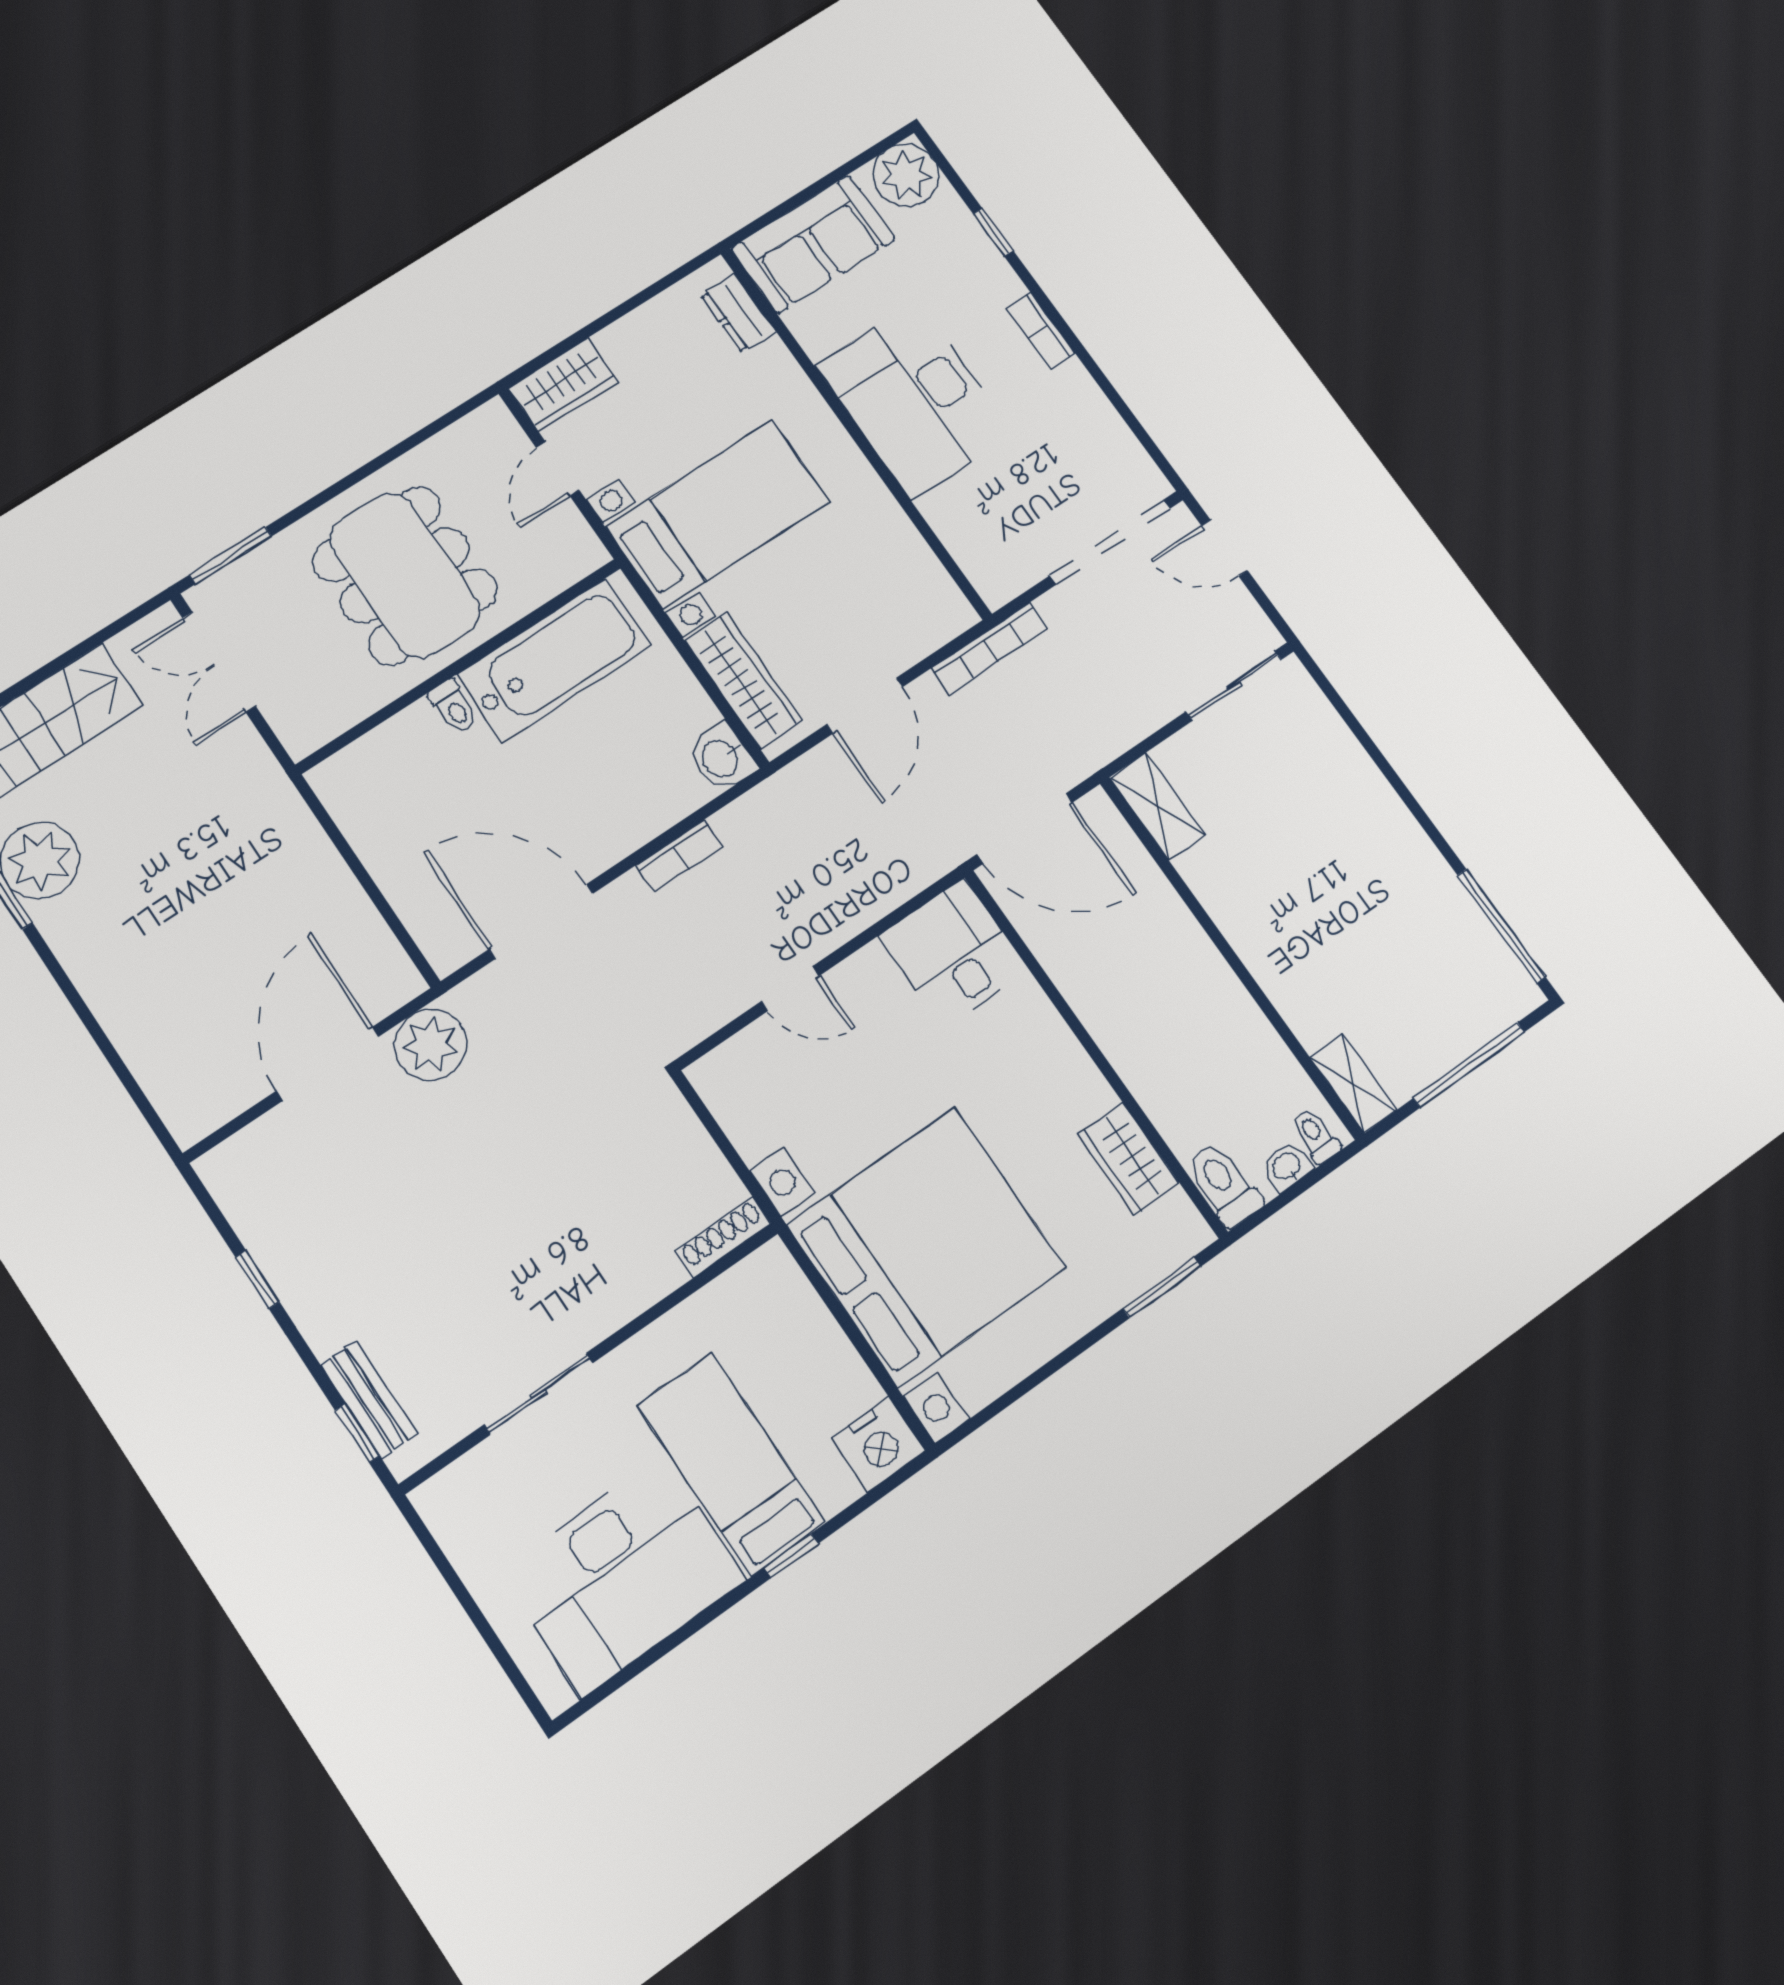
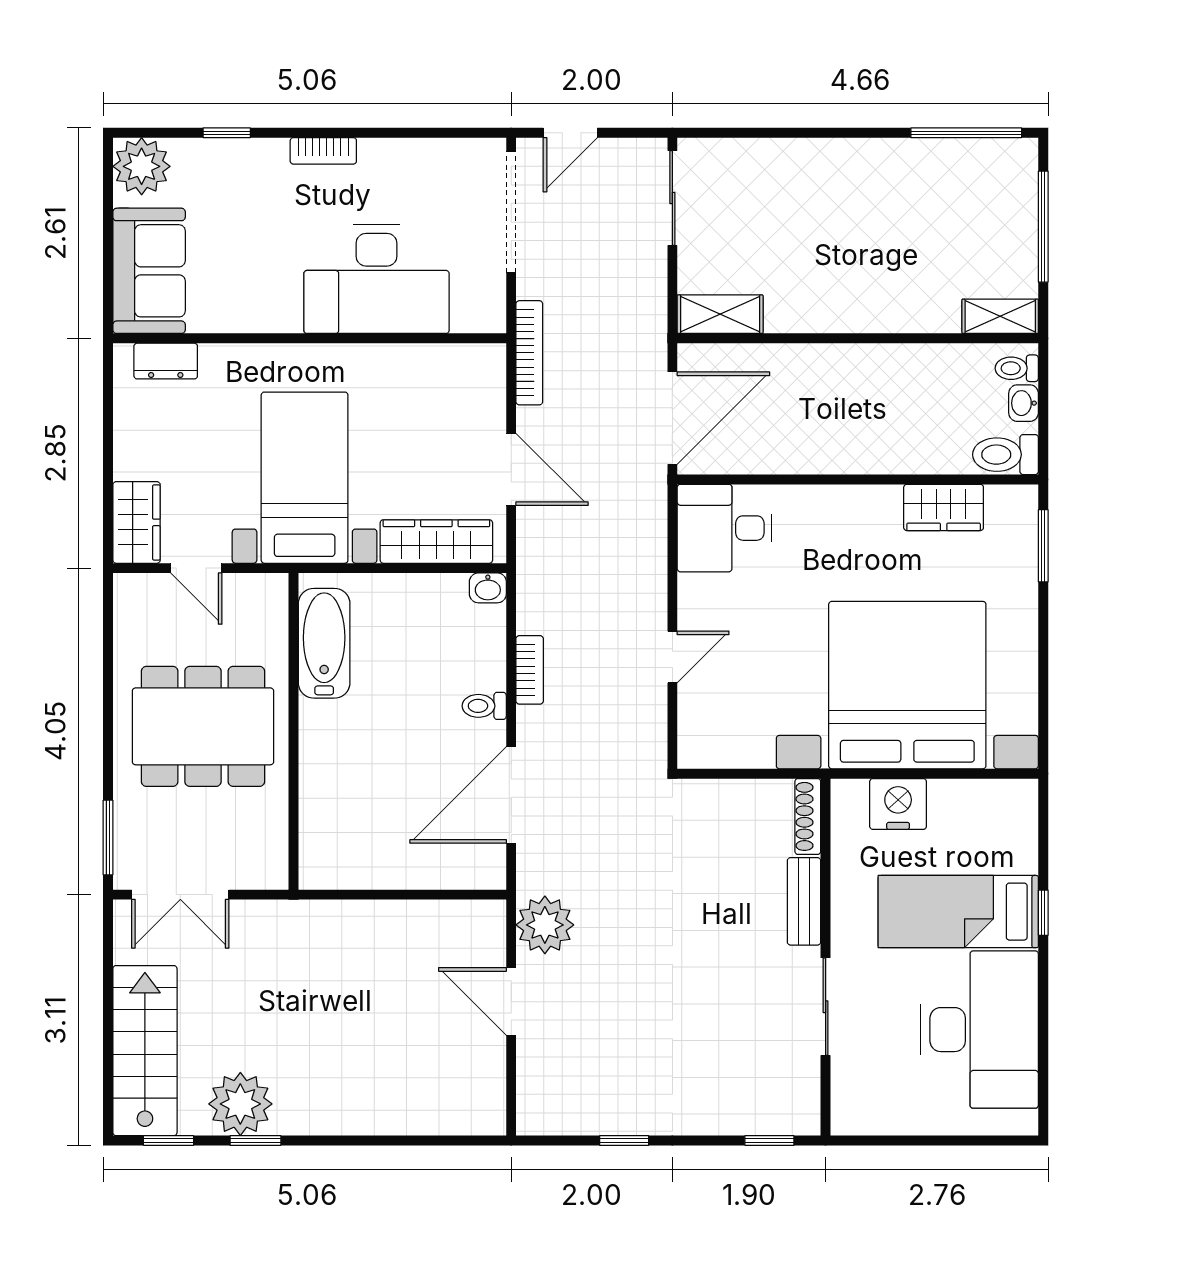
desk: (914, 400) -> (377, 279), moved
bathtub: (554, 660) -> (324, 643), width x0.73, depth x0.73
toilet: (454, 707) -> (484, 706), moved, turned 180
washbasin: (721, 758) -> (488, 588), width x0.72, depth x0.69
door: (328, 1064) -> (511, 1002), width x0.73
bench: (369, 1399) -> (804, 901), moved, turned 90
nightstand: (878, 1445) -> (898, 804), moved, turned -90

